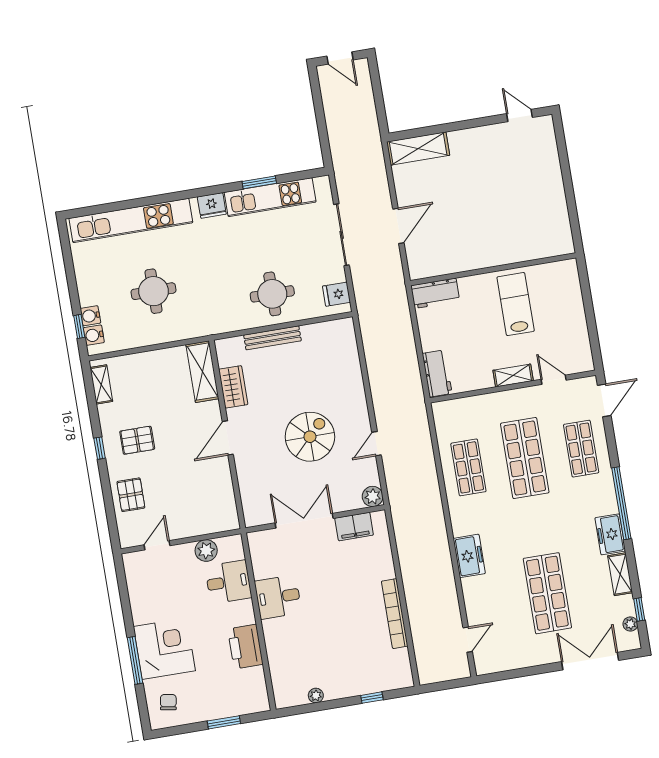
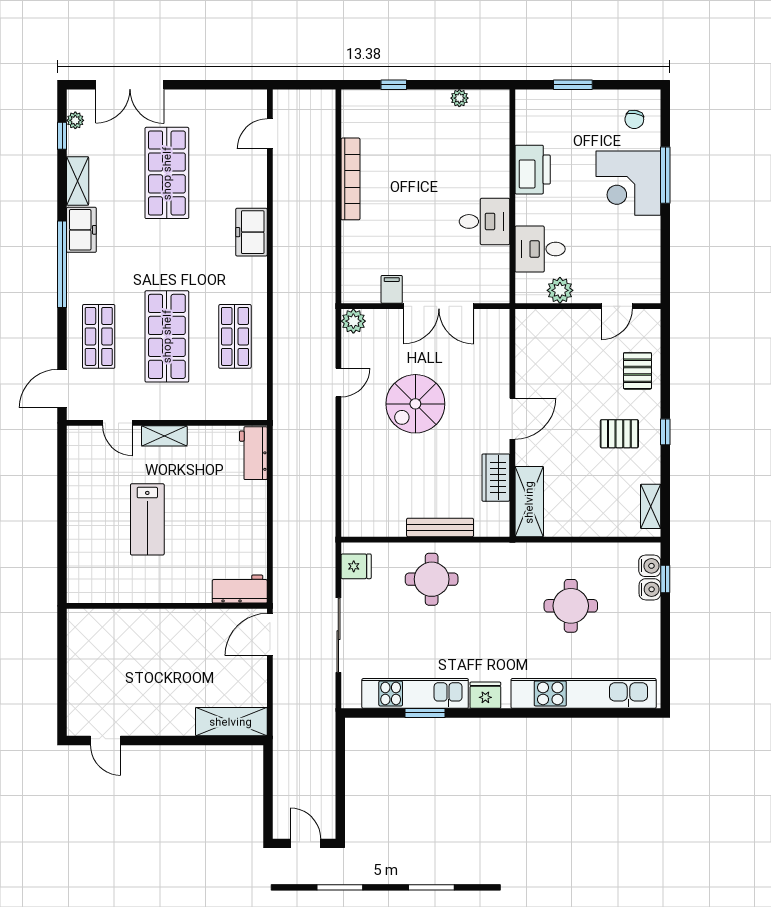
wall: (493, 269) -> (167, 606), moved
workbench: (435, 293) -> (240, 589), moved
filing cabinet: (354, 527) -> (392, 289), width x0.50

